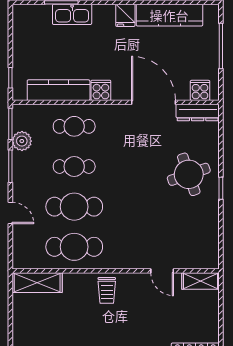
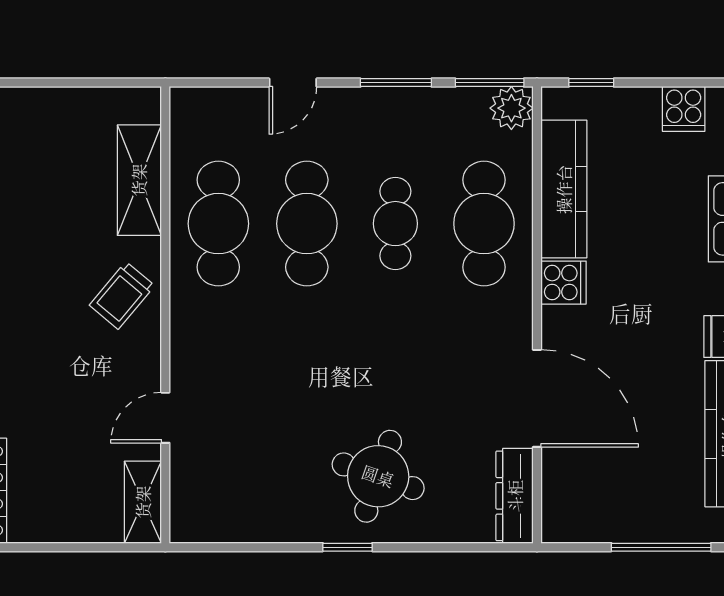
cooker: (200, 90) -> (684, 109), moved, turned 90
door: (153, 102) -> (537, 398), hinge flipped
cafe table: (74, 126) -> (484, 224), width x1.37, depth x1.35
plant: (22, 141) -> (511, 108), moved
round table: (189, 174) -> (378, 476), turned 38
shelving: (37, 283) -> (139, 180), moved
trolley: (107, 290) -> (122, 295), turned -50

